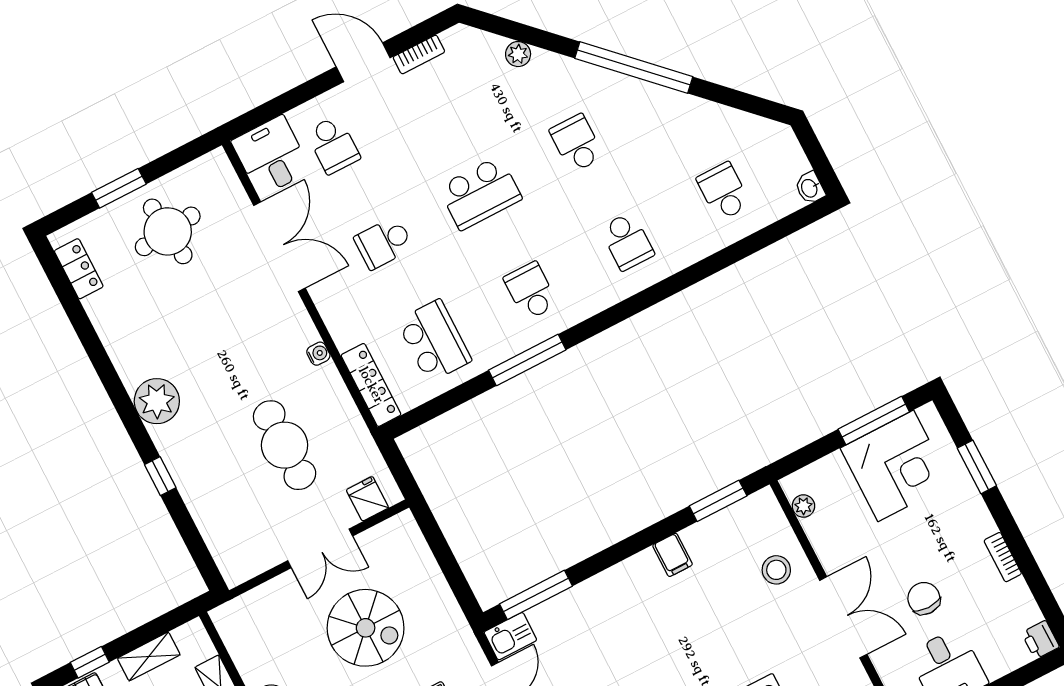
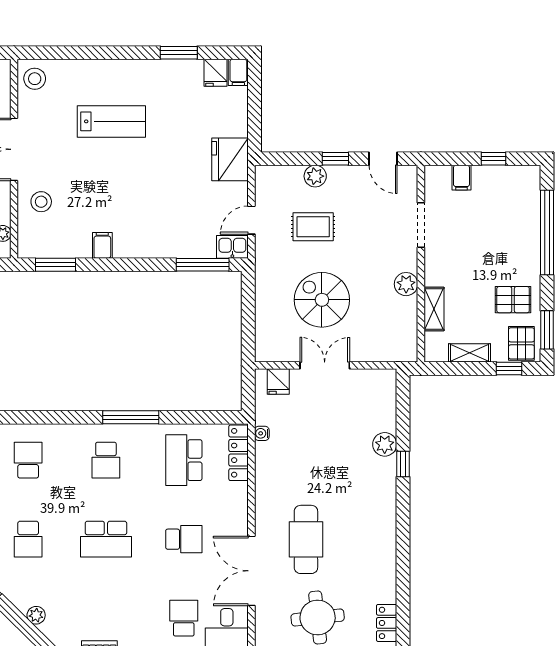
school desk: (480, 193) -> (106, 539), turned 180
water cooler: (318, 354) -> (262, 433), moved
plant: (157, 401) -> (385, 444), moved, width x0.73, depth x0.73
cafe table: (285, 445) -> (306, 539), moved

